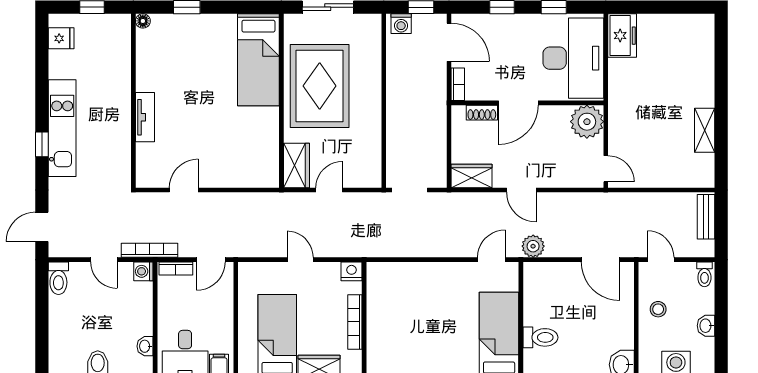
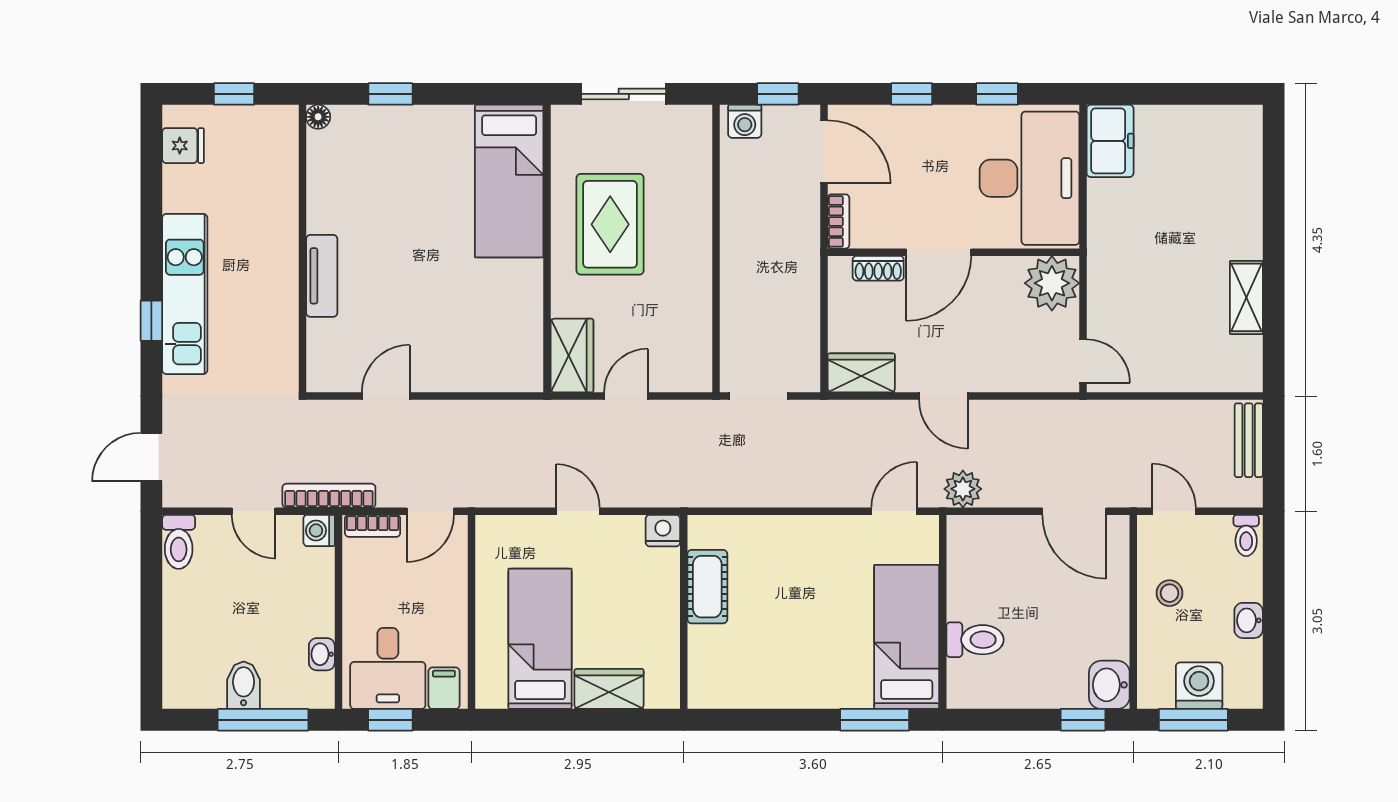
rug: (320, 86) -> (610, 224), width x0.73, depth x0.69
cot: (378, 305) -> (707, 587), added
bookcase: (355, 322) -> (669, 614), removed

